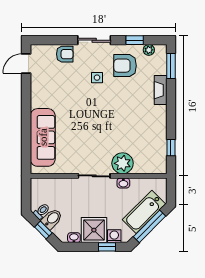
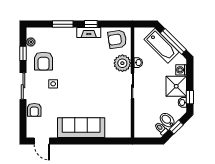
armchair: (65, 54) -> (34, 110), turned 180
window: (171, 66) -> (63, 24), moved
fireplace: (161, 90) -> (89, 33), moved
sofa: (43, 137) -> (81, 128), moved
window: (171, 148) -> (91, 24), moved
armchair: (152, 157) -> (117, 39), added
window: (107, 247) -> (190, 97), moved

